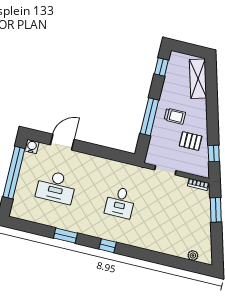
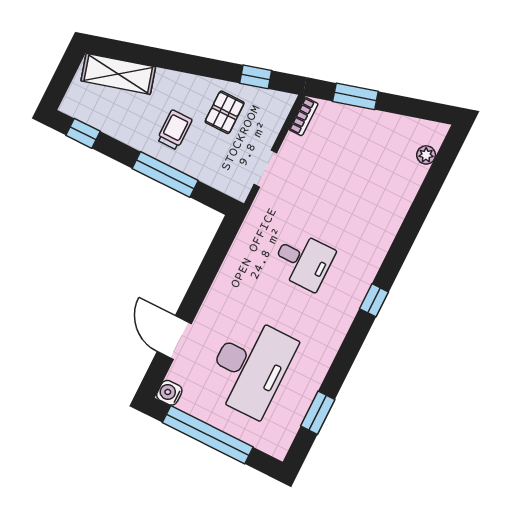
desk: (56, 187) -> (250, 367), width x1.36, depth x1.30
window: (65, 236) -> (318, 413), moved

